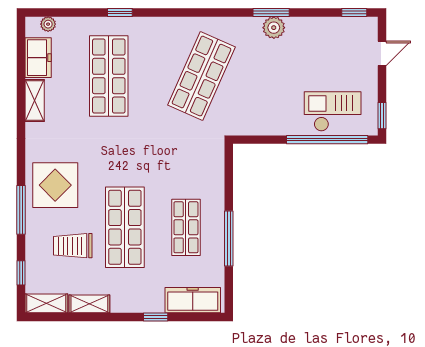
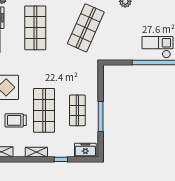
freezer: (193, 300) -> (85, 150), width x0.71
shelving: (89, 304) -> (36, 152), moved

